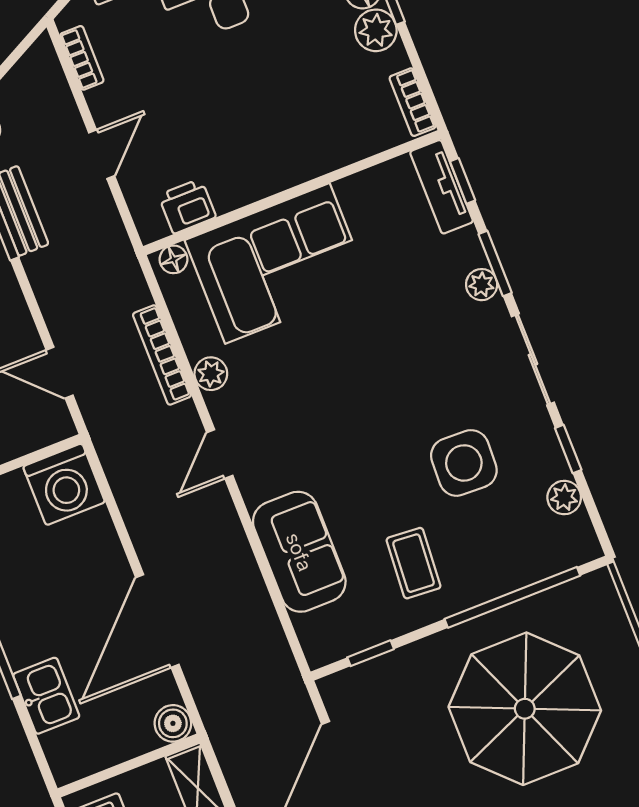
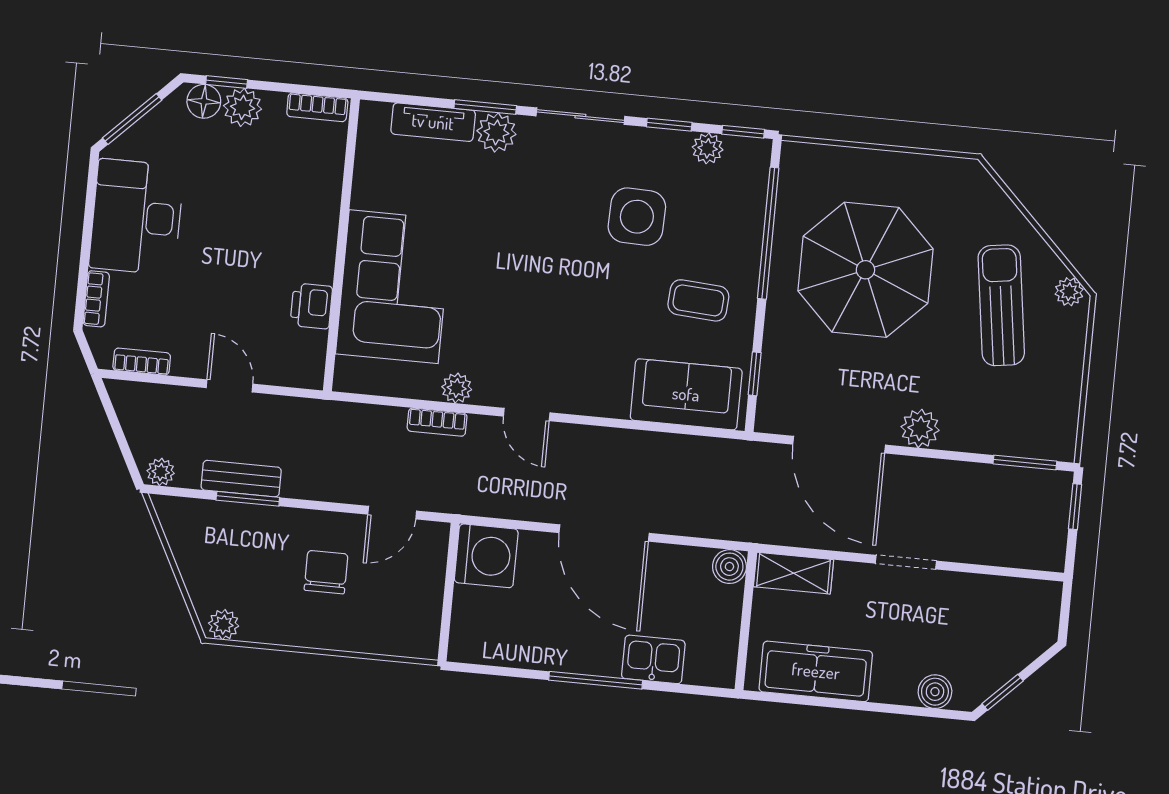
window: (463, 181) -> (743, 132), moved
tv unit: (442, 187) -> (433, 122), moved
printer: (187, 206) -> (311, 306), moved
floor lamp: (174, 259) -> (347, 371), removed
plant: (482, 285) -> (496, 132), width x1.38, depth x1.38
bookcase: (162, 355) -> (437, 422), width x0.64
sofa: (299, 552) -> (686, 394), moved
door: (157, 621) -> (604, 533), moved

